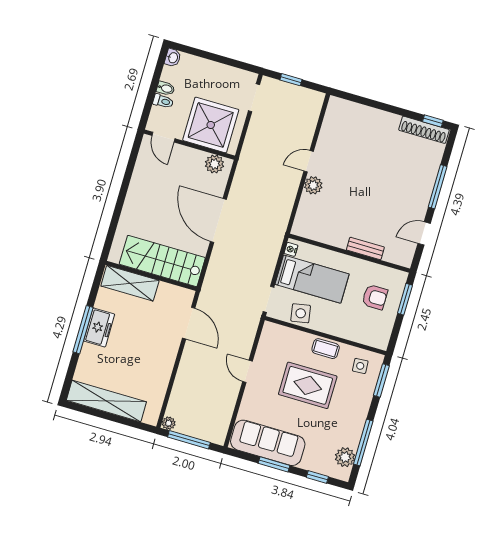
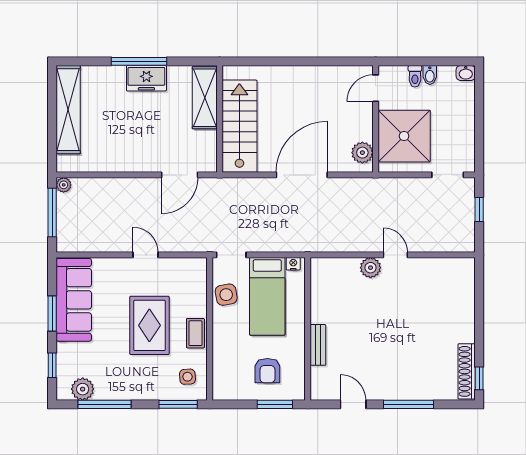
door: (248, 371) -> (146, 255), hinge flipped

